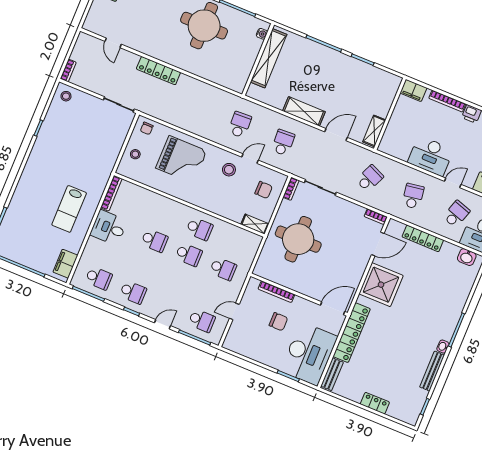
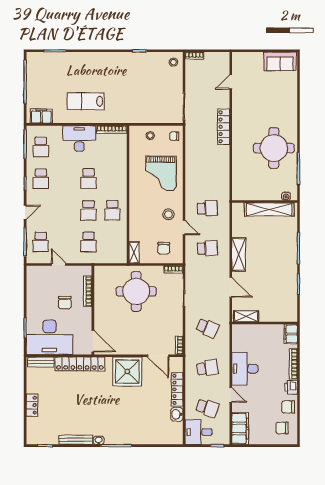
desk: (109, 228) -> (79, 138), width x1.37
washbasin: (467, 257) -> (177, 414), moved
door: (162, 324) -> (25, 212), hinge flipped

